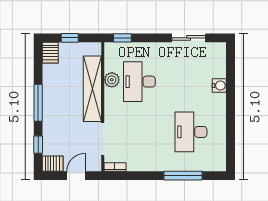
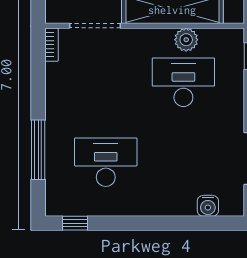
water cooler: (219, 86) -> (208, 206), moved
window: (230, 152) -> (75, 223), added

